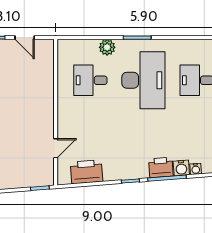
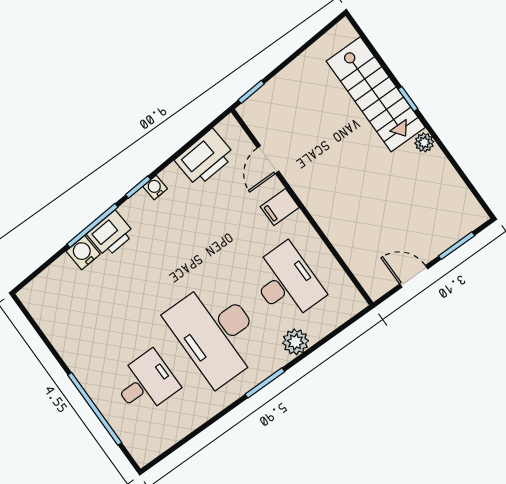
desk: (90, 80) -> (286, 282), width x1.37
filing cabinet: (67, 120) -> (280, 207), added
water cooler: (196, 169) -> (155, 187), moved

